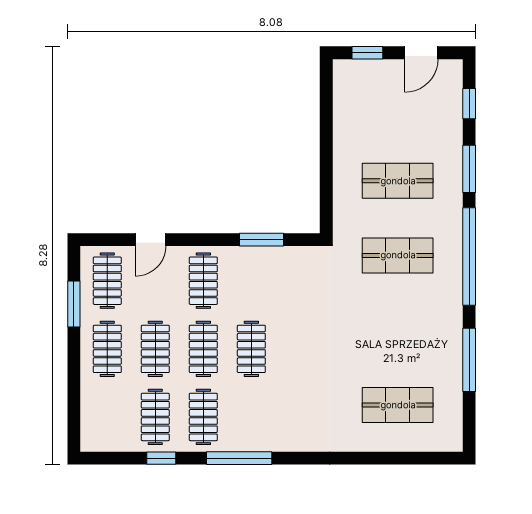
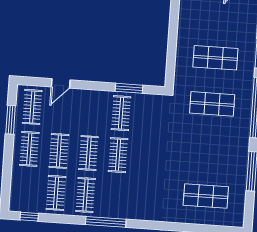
clothes rail: (203, 281) -> (121, 113), moved
window: (161, 458) -> (29, 217), moved

